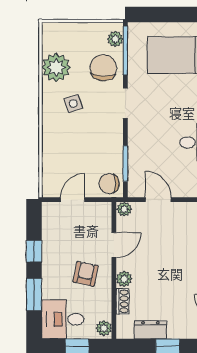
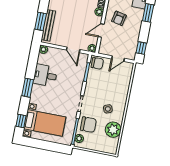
chair: (103, 68) -> (88, 125), turned -93
window: (34, 251) -> (141, 48), moved

